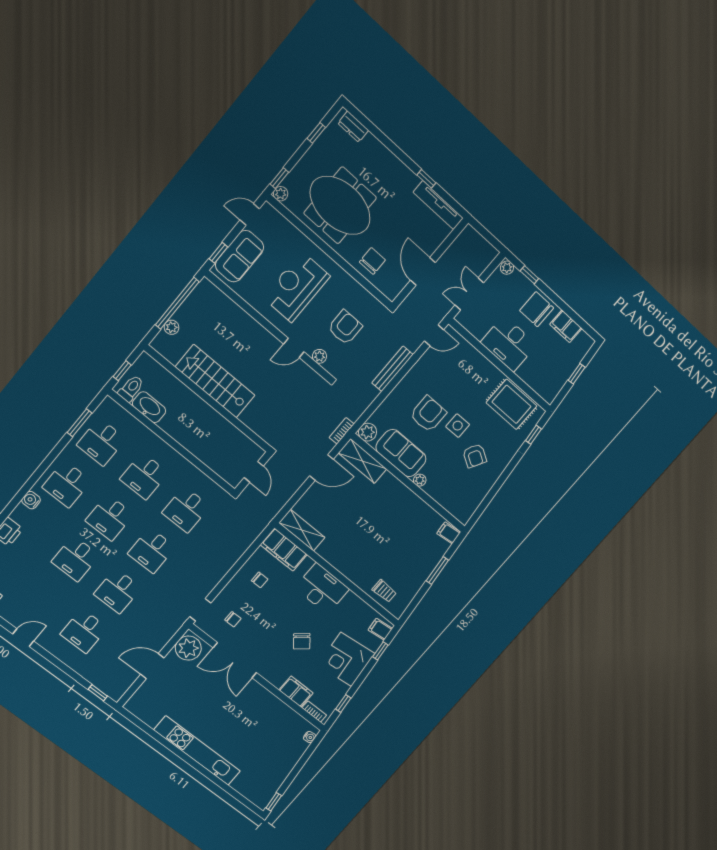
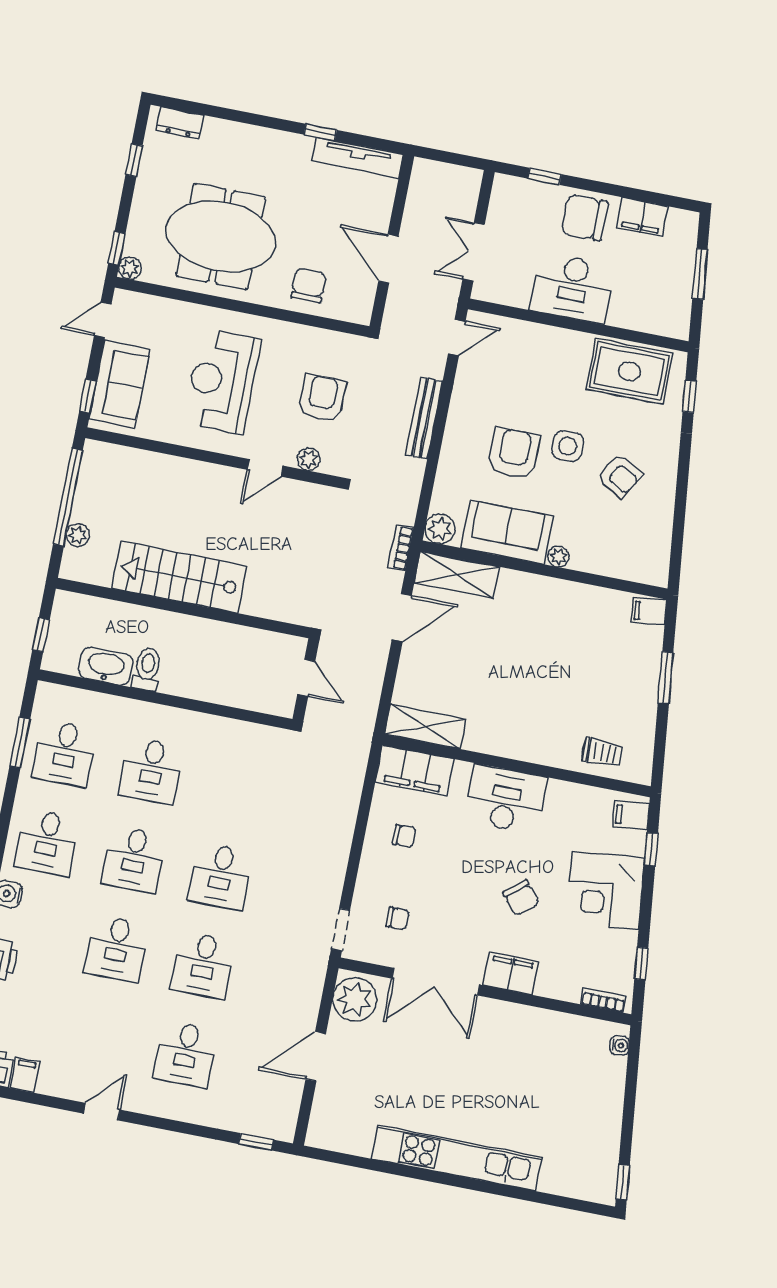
plant: (507, 268) -> (506, 185), removed
window: (577, 374) -> (700, 274), width x1.50
toilet: (131, 388) -> (147, 669), moved
desk: (186, 510) -> (238, 788), removed
filing cabinet: (296, 691) -> (511, 973), moved

